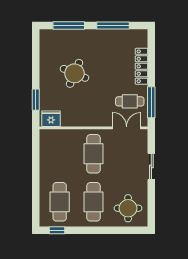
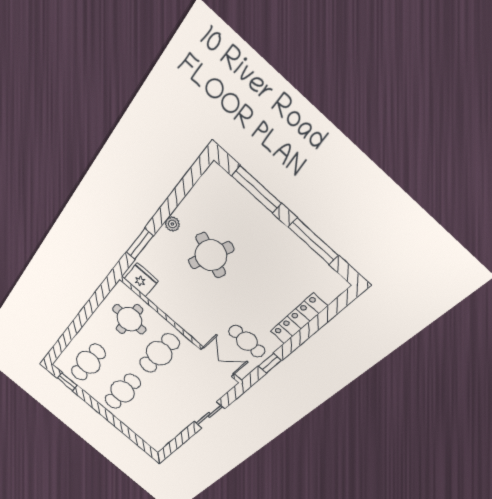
plant: (44, 75) -> (172, 224), added
window: (151, 102) -> (270, 363), width x0.46
round table: (128, 208) -> (129, 319), moved

